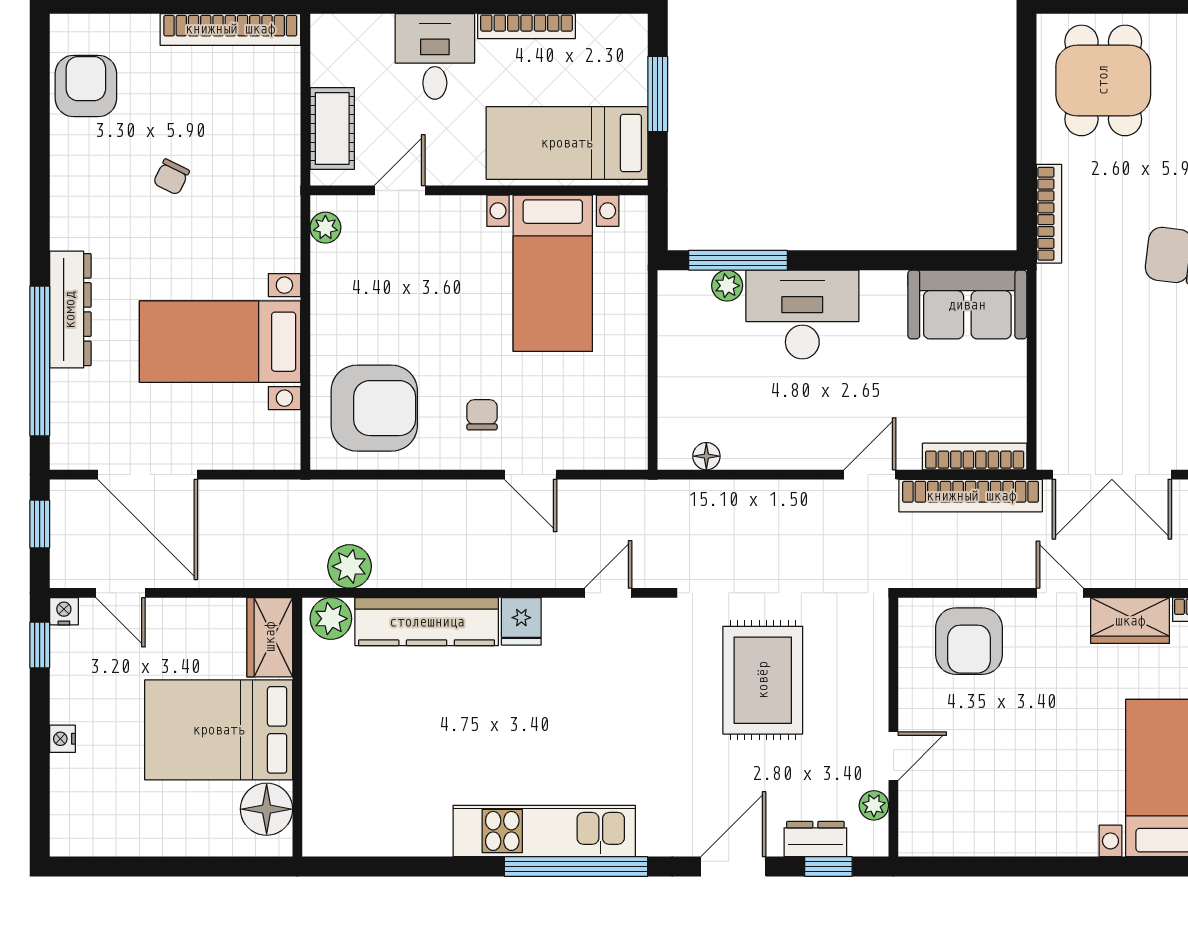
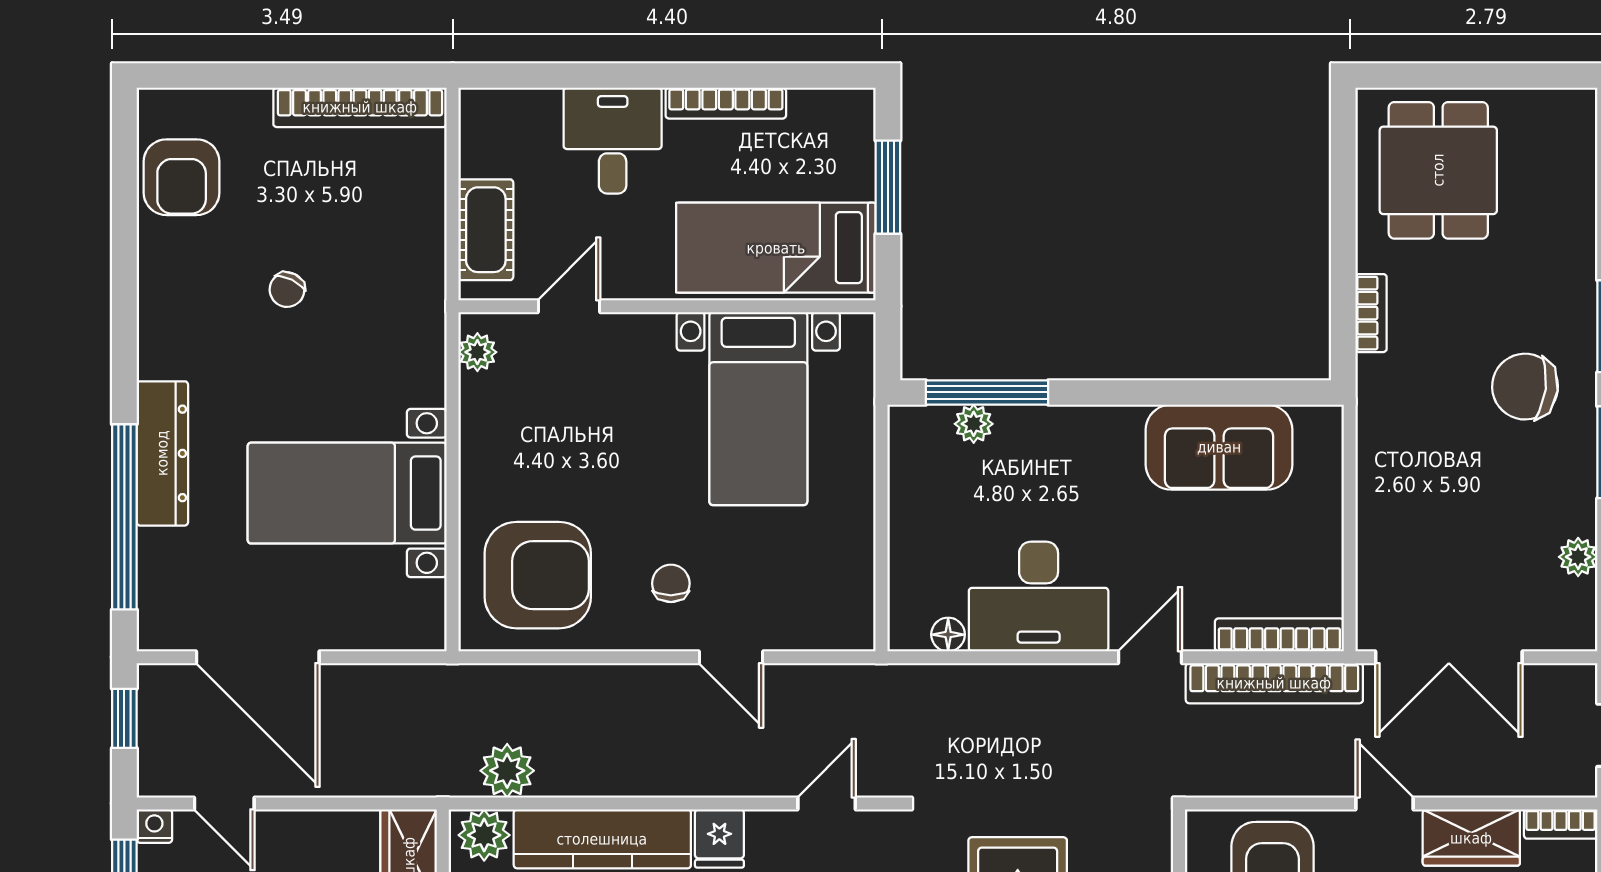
armchair: (86, 86) -> (182, 177), turned 180
bookcase: (1049, 214) -> (1371, 313), width x0.64
sofa: (967, 305) -> (1219, 447), moved
desk: (802, 314) -> (1039, 597), moved, turned 180

